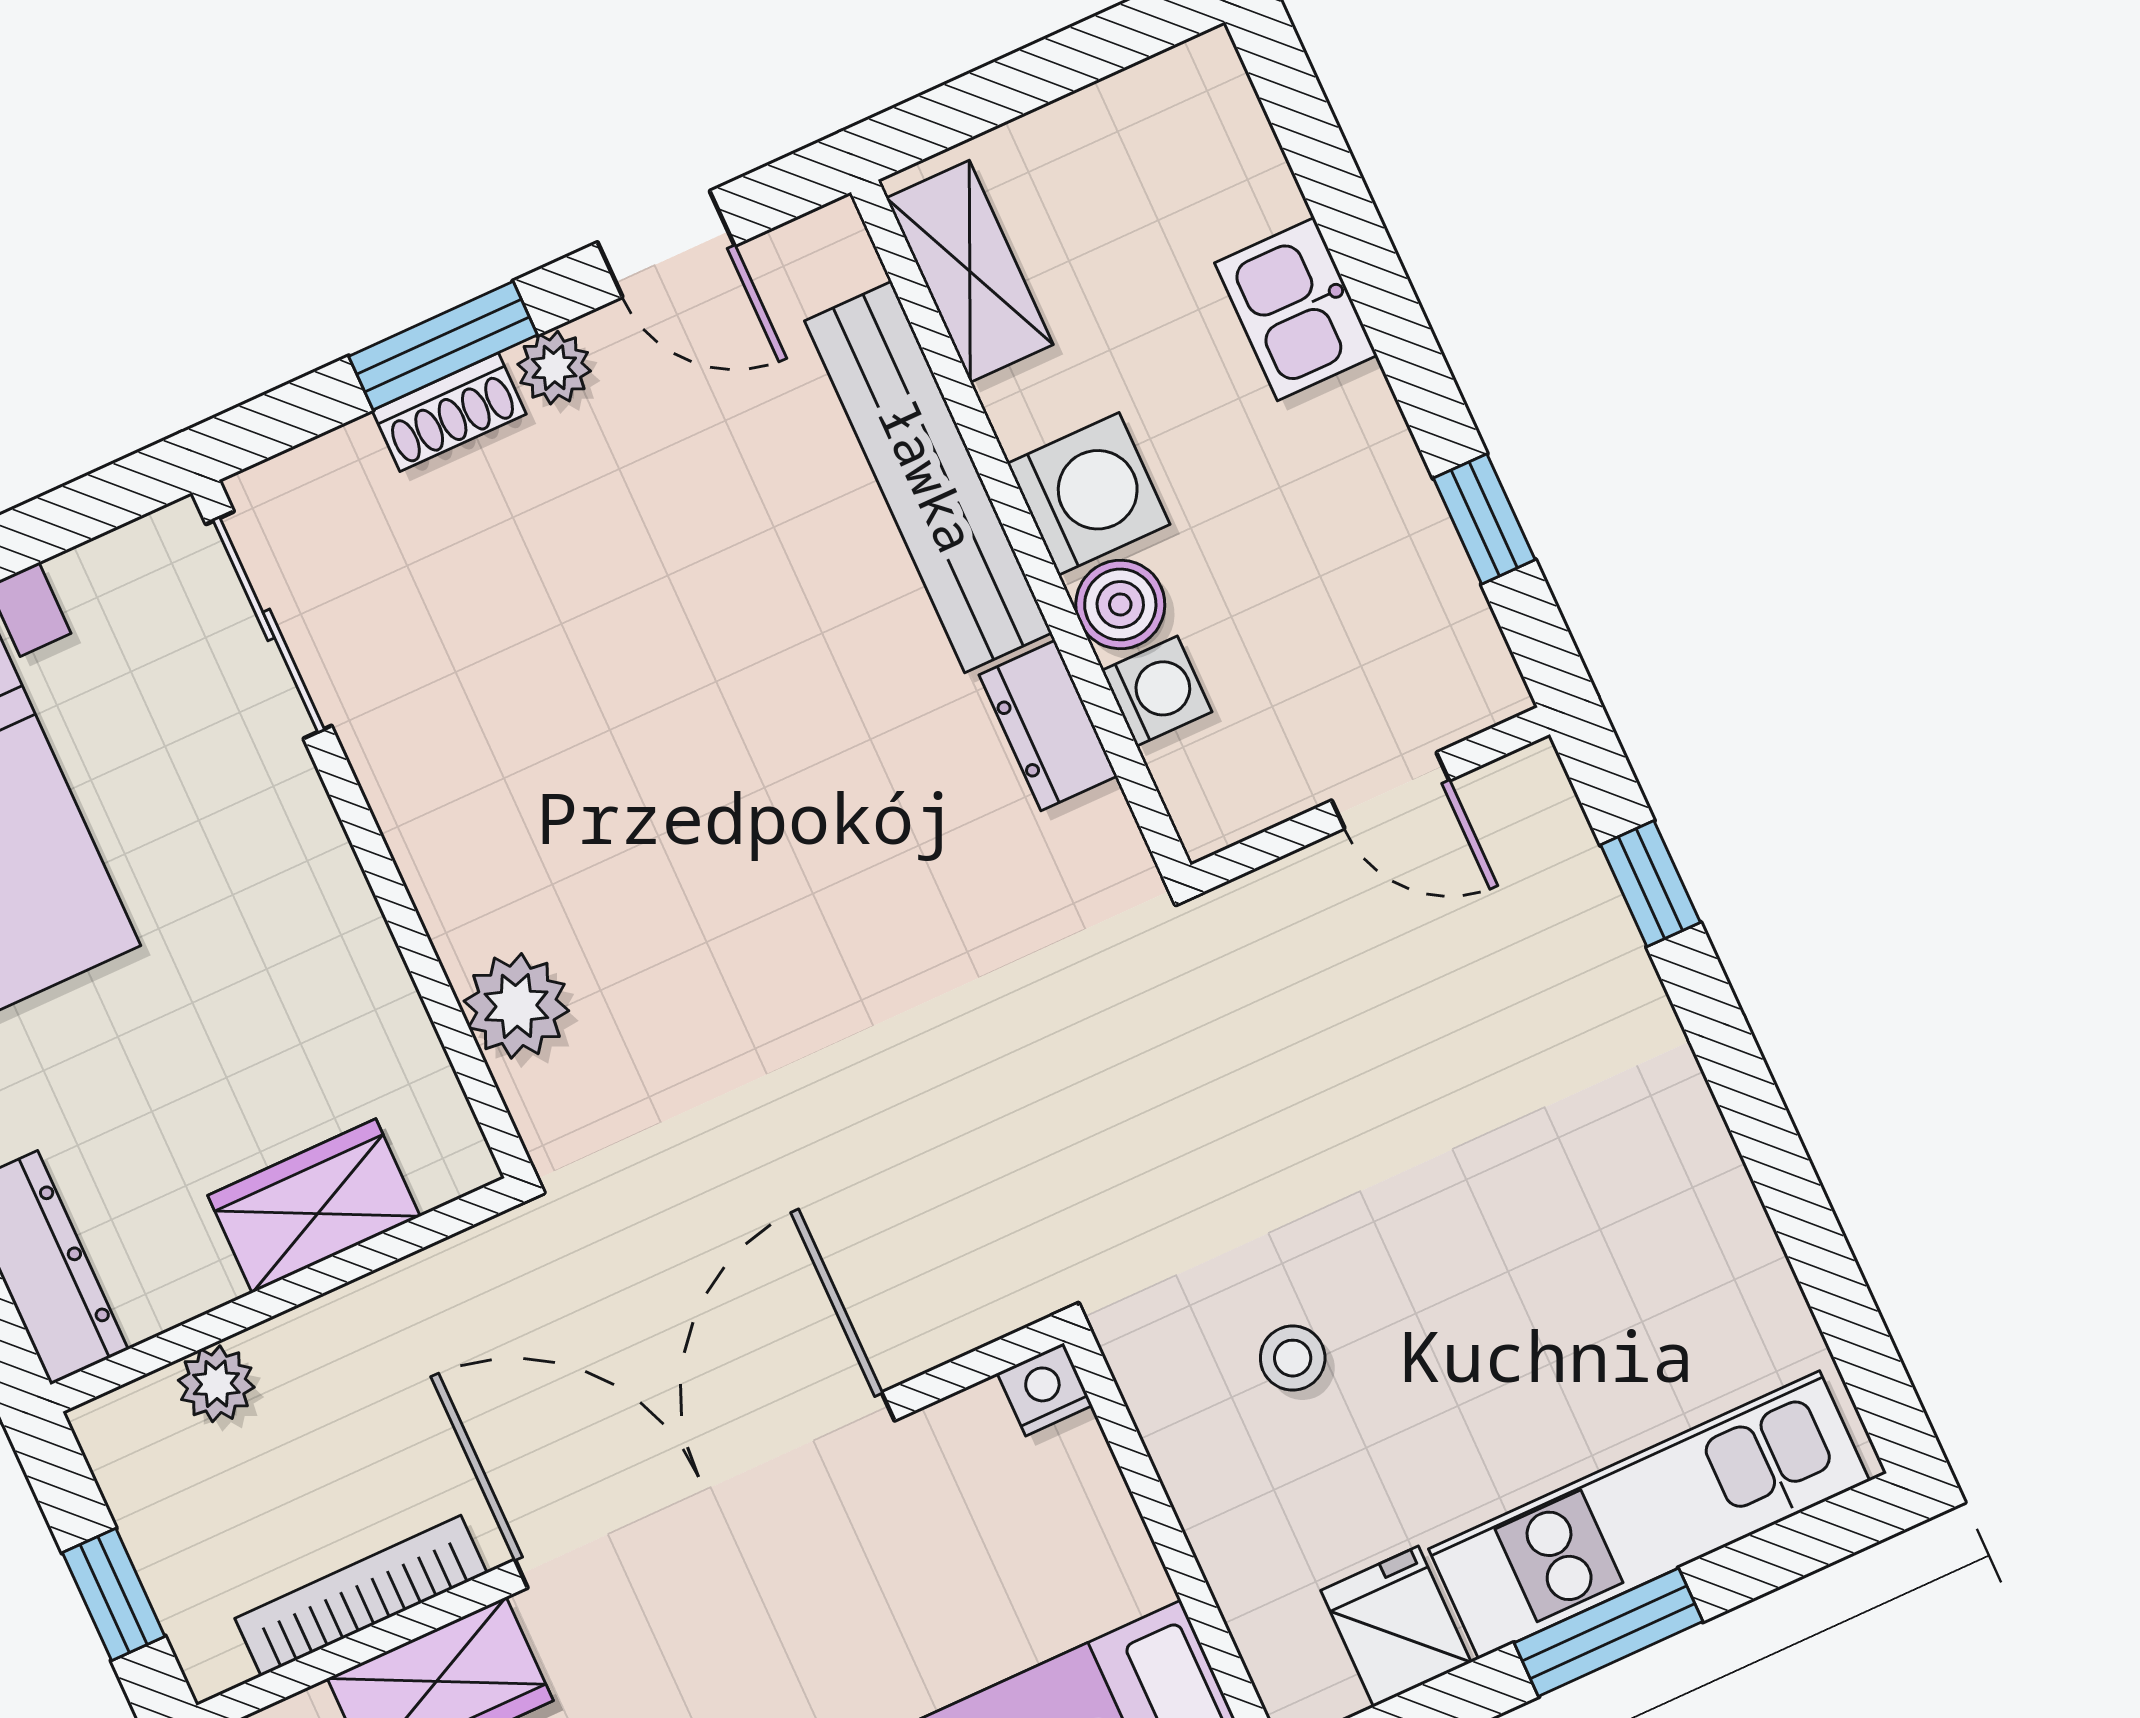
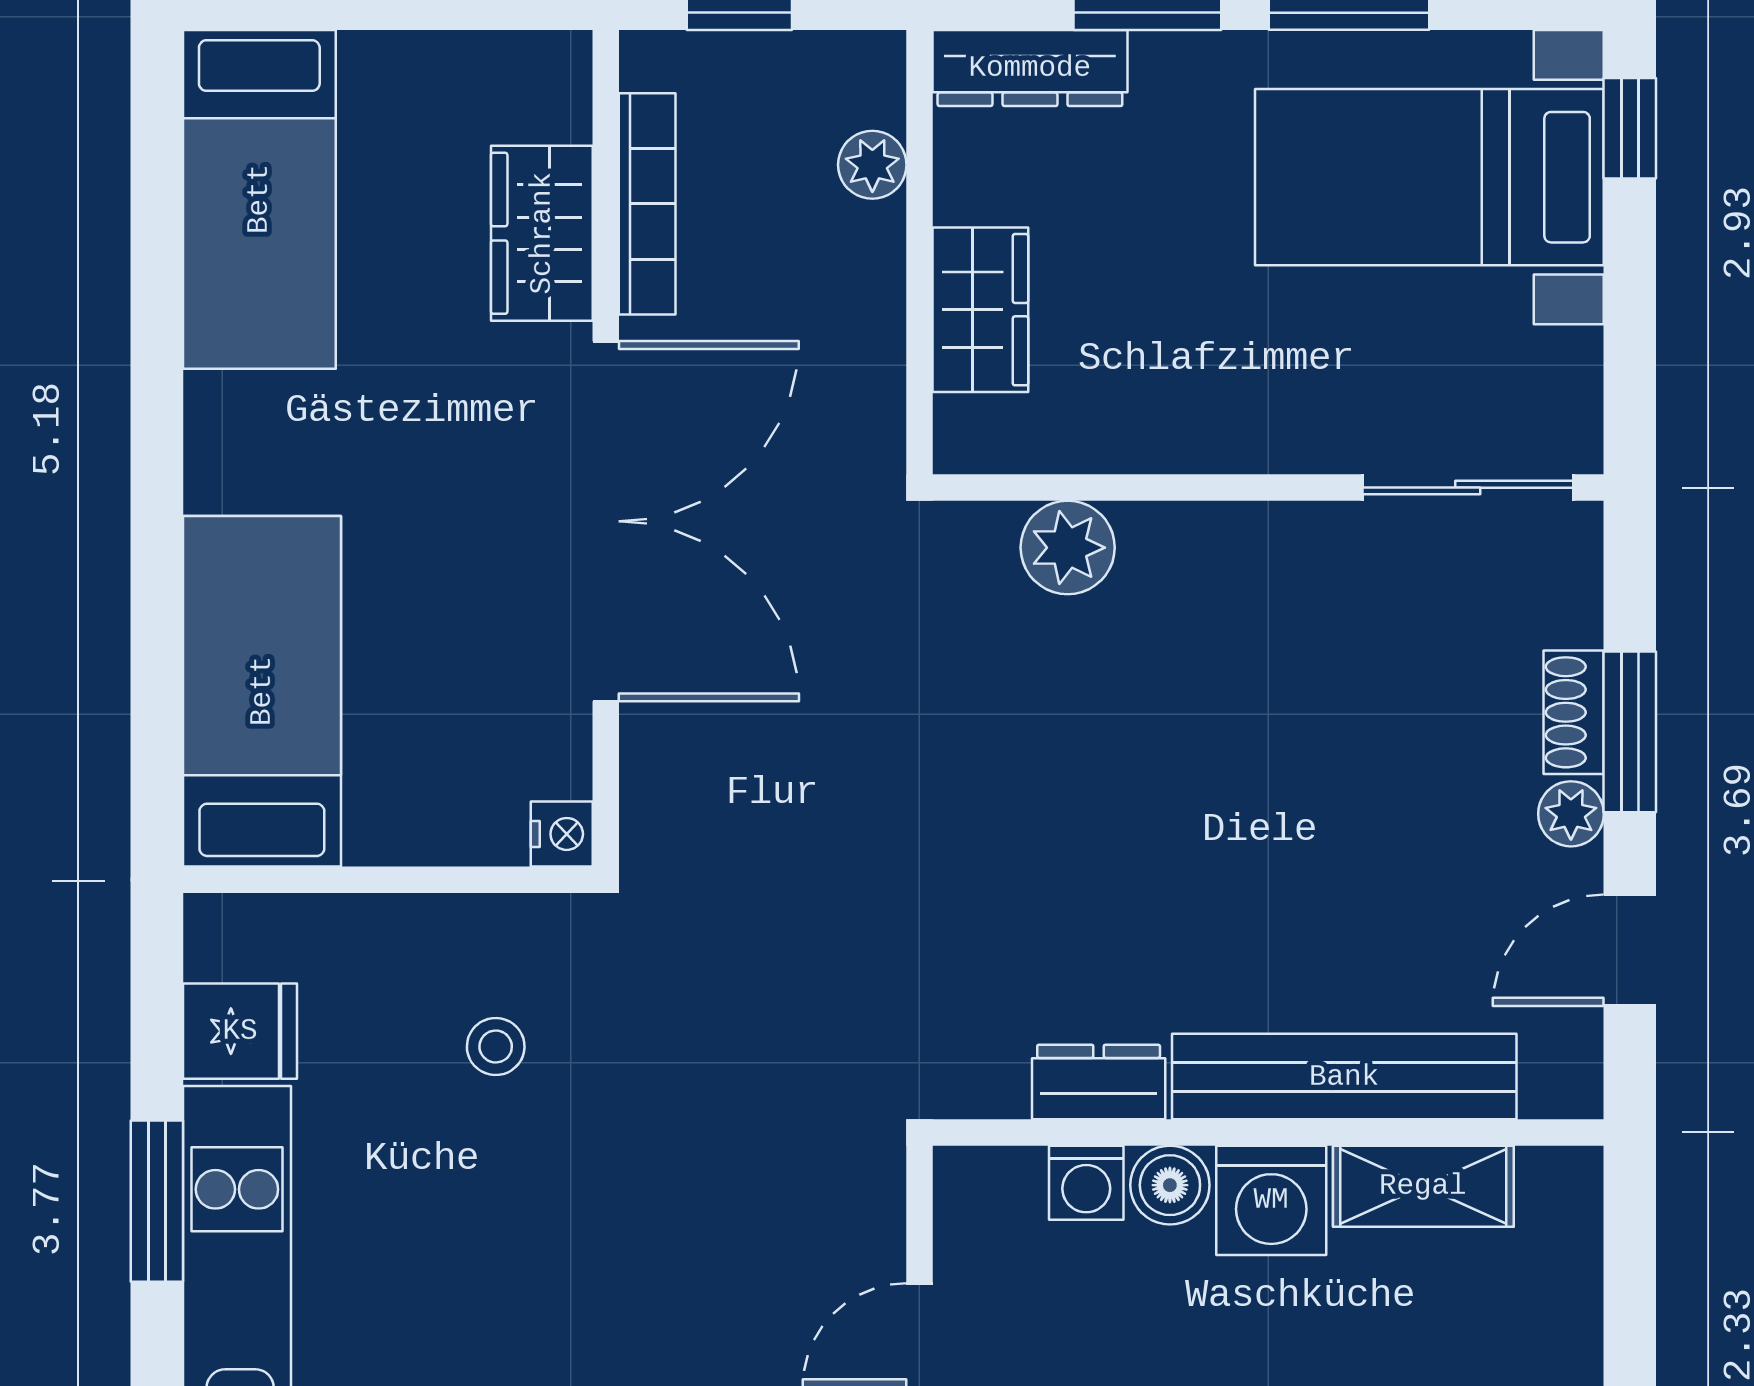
shelving: (970, 271) -> (1423, 1186), moved

